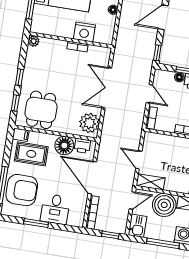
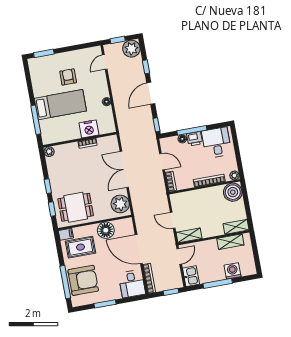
dining table: (41, 110) -> (76, 207), turned 90
printer: (82, 146) -> (121, 225), removed
boiler: (164, 205) -> (207, 251), removed
desk: (55, 209) -> (132, 284), moved

